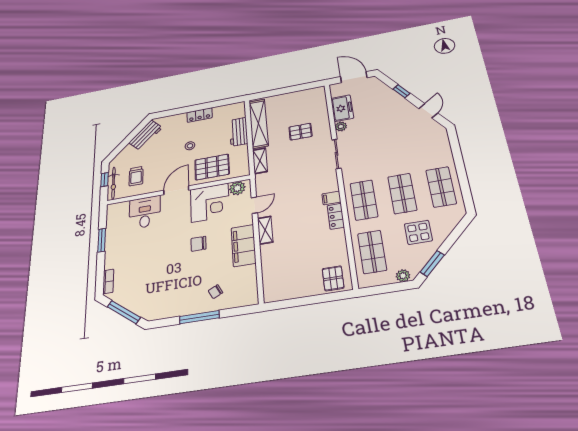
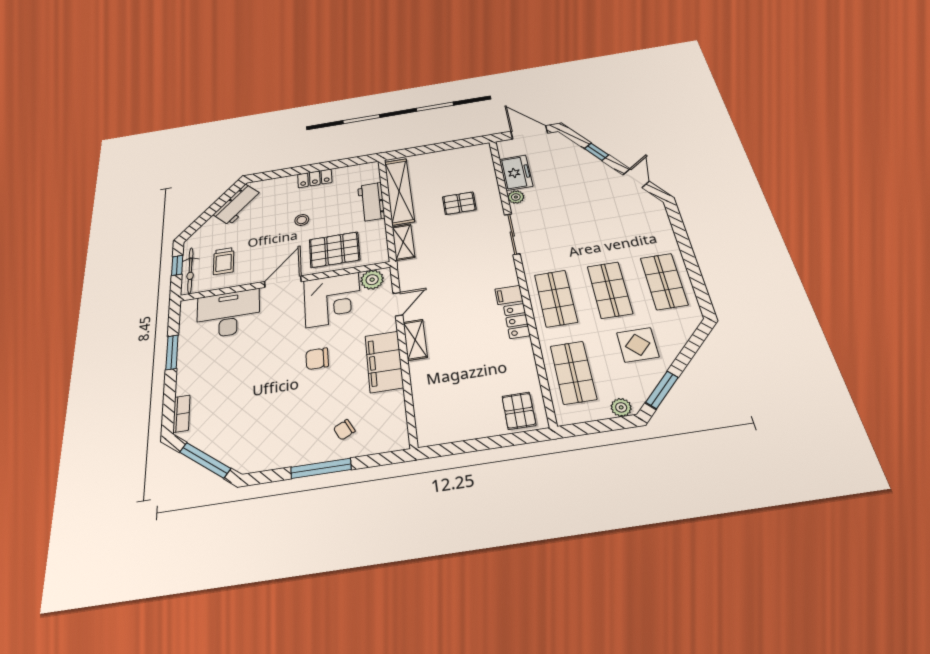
desk: (145, 212) -> (228, 314), width x1.37

